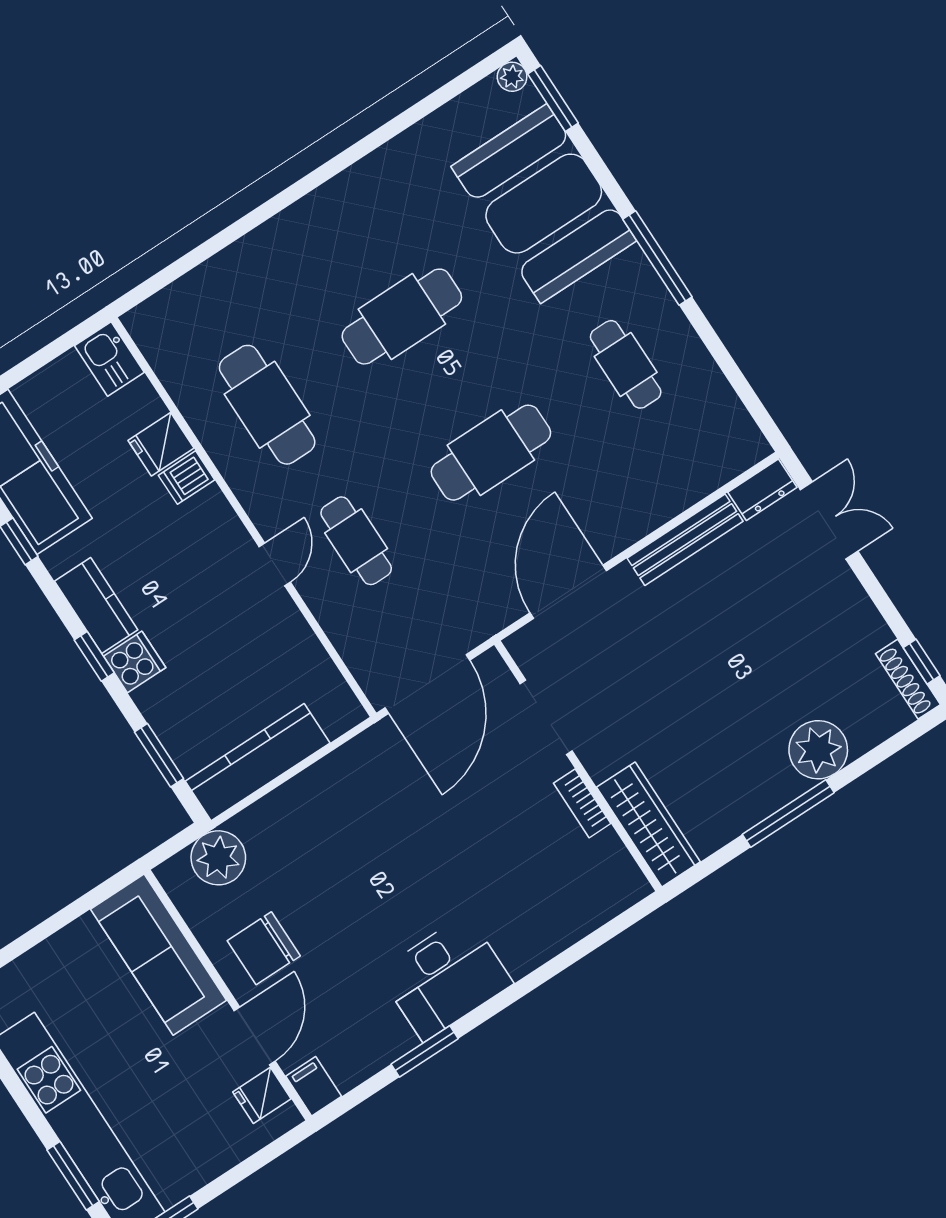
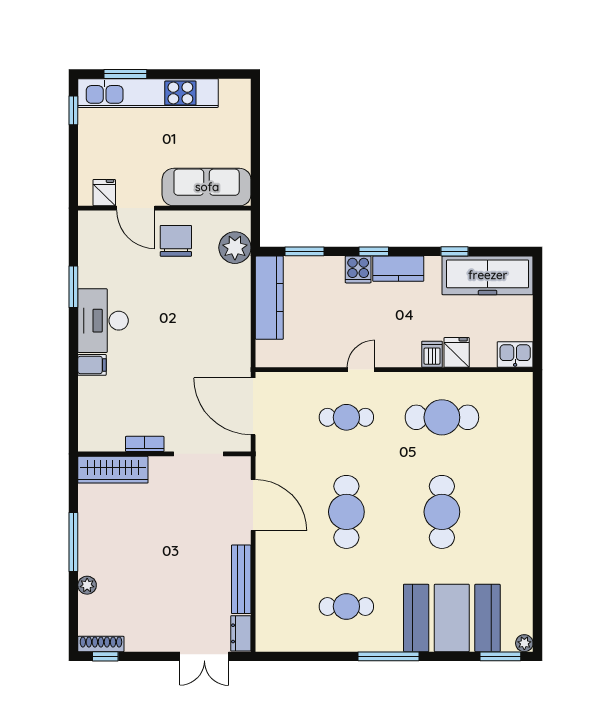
door: (275, 564) -> (361, 370), swing flipped
plant: (818, 750) -> (87, 585), width x0.53, depth x0.53
filing cabinet: (314, 1086) -> (92, 365), moved

